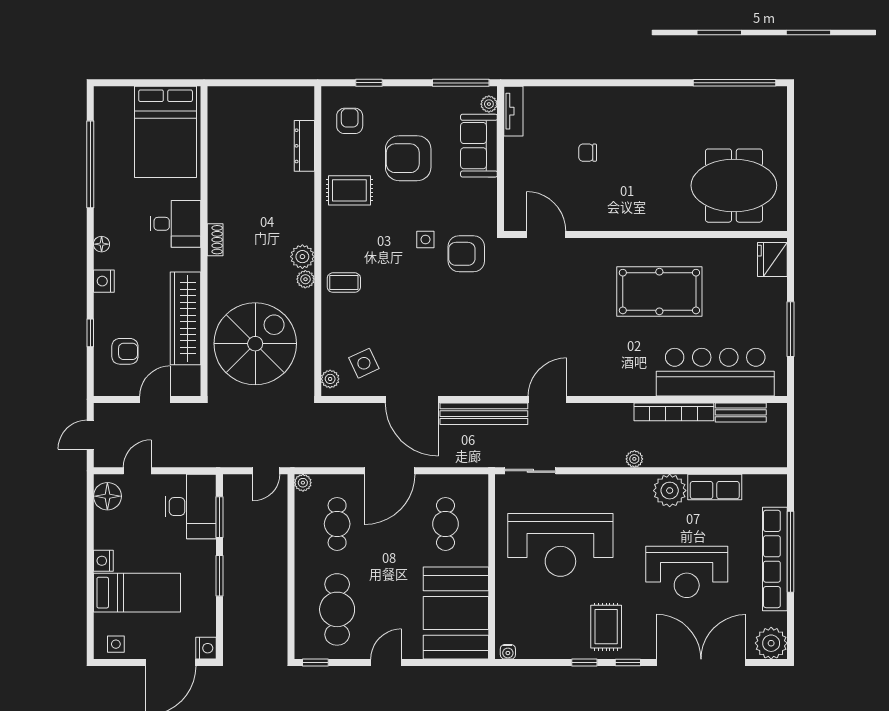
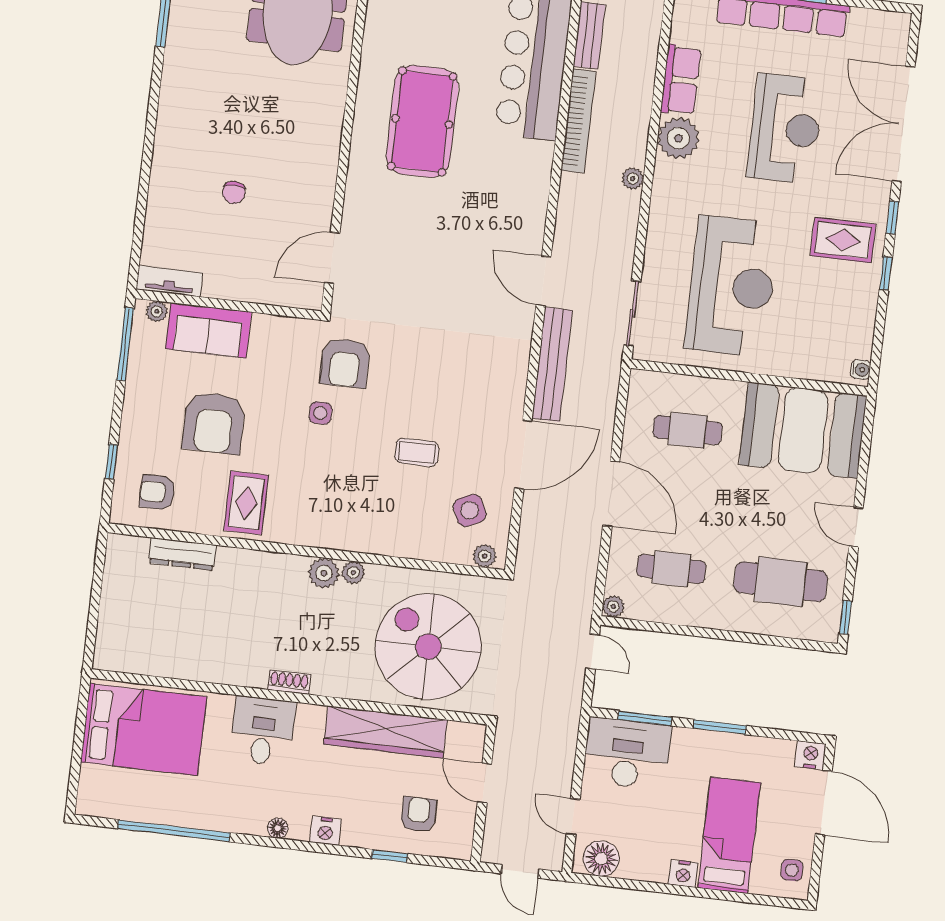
coffee table: (344, 283) -> (417, 452), moved, turned 90
plant: (771, 643) -> (889, 31), removed

